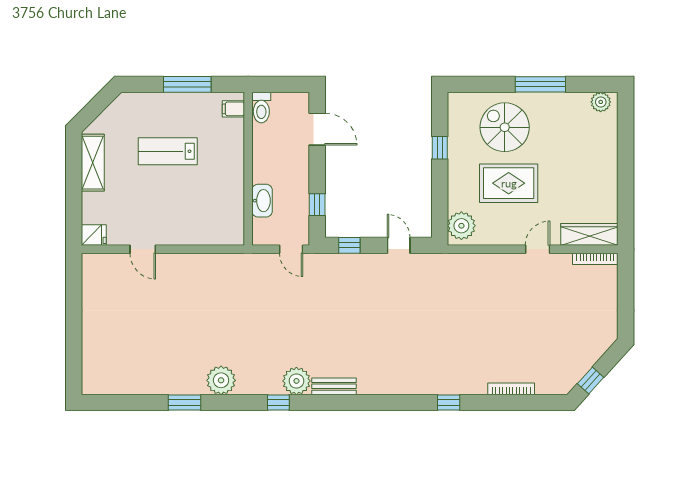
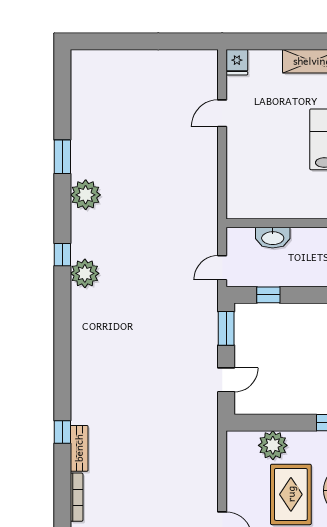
plant: (461, 226) -> (273, 445), moved
window: (349, 245) -> (226, 328), width x1.50
bench: (334, 386) -> (79, 448), moved

